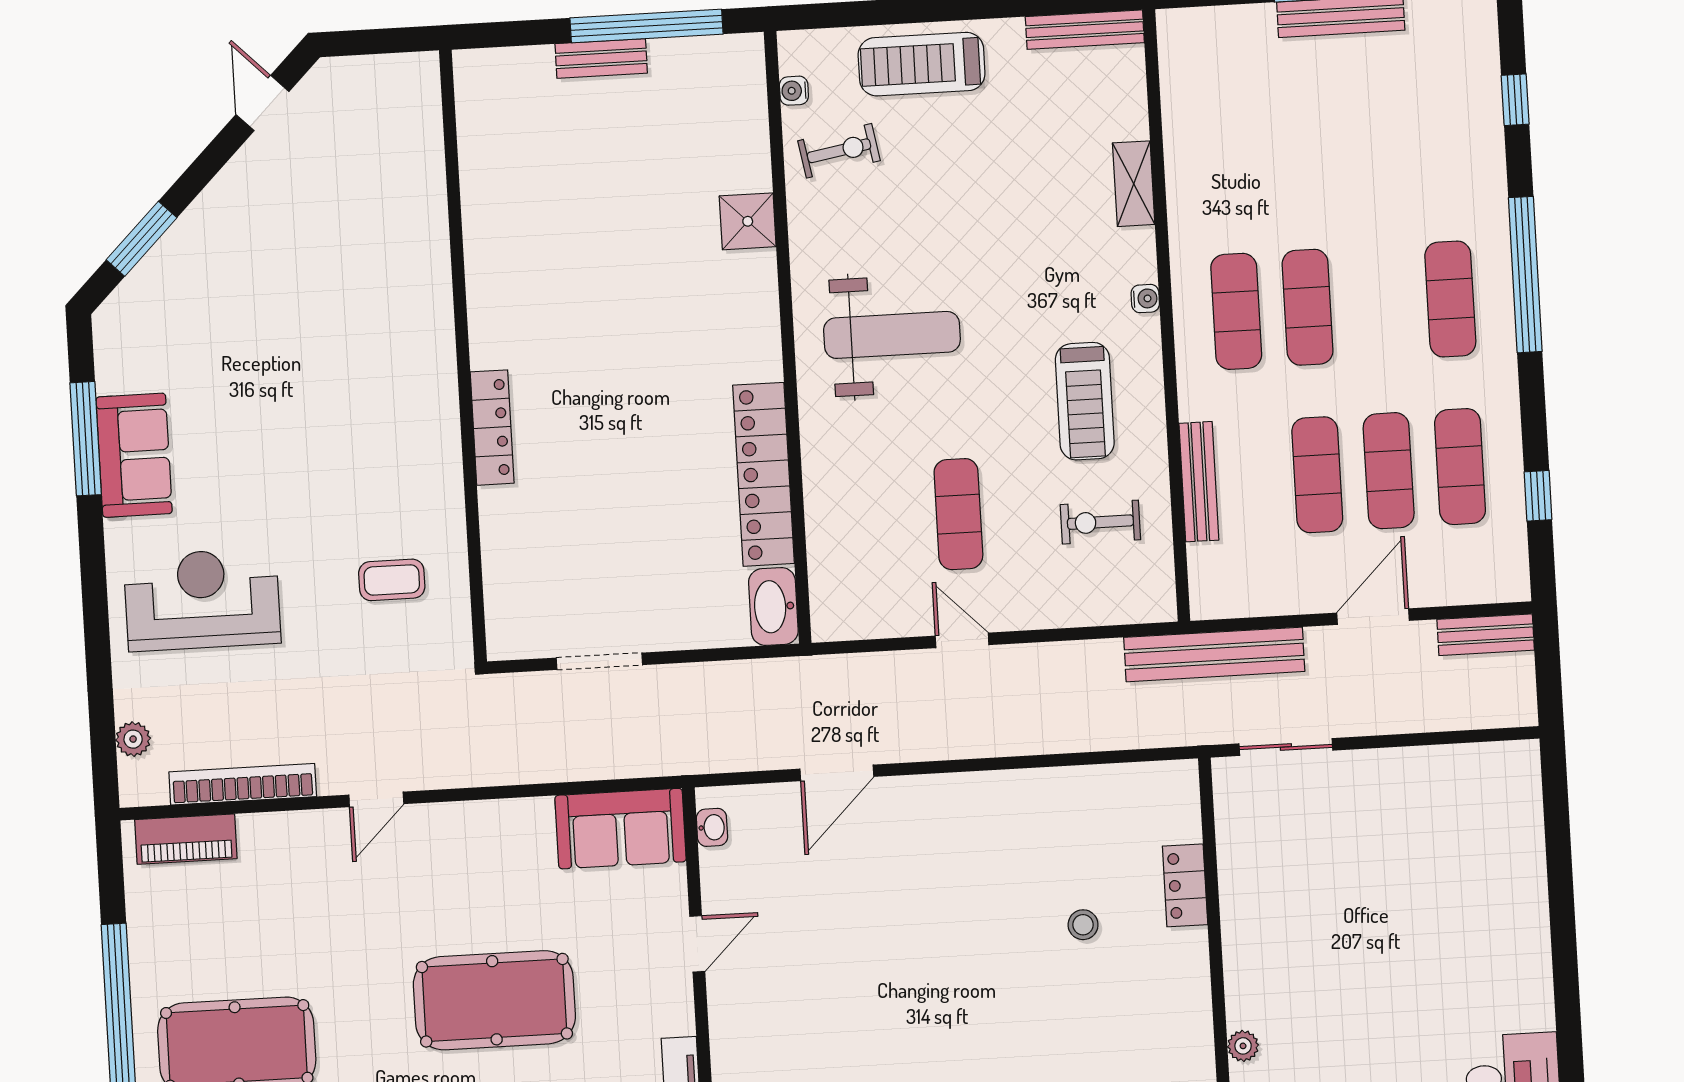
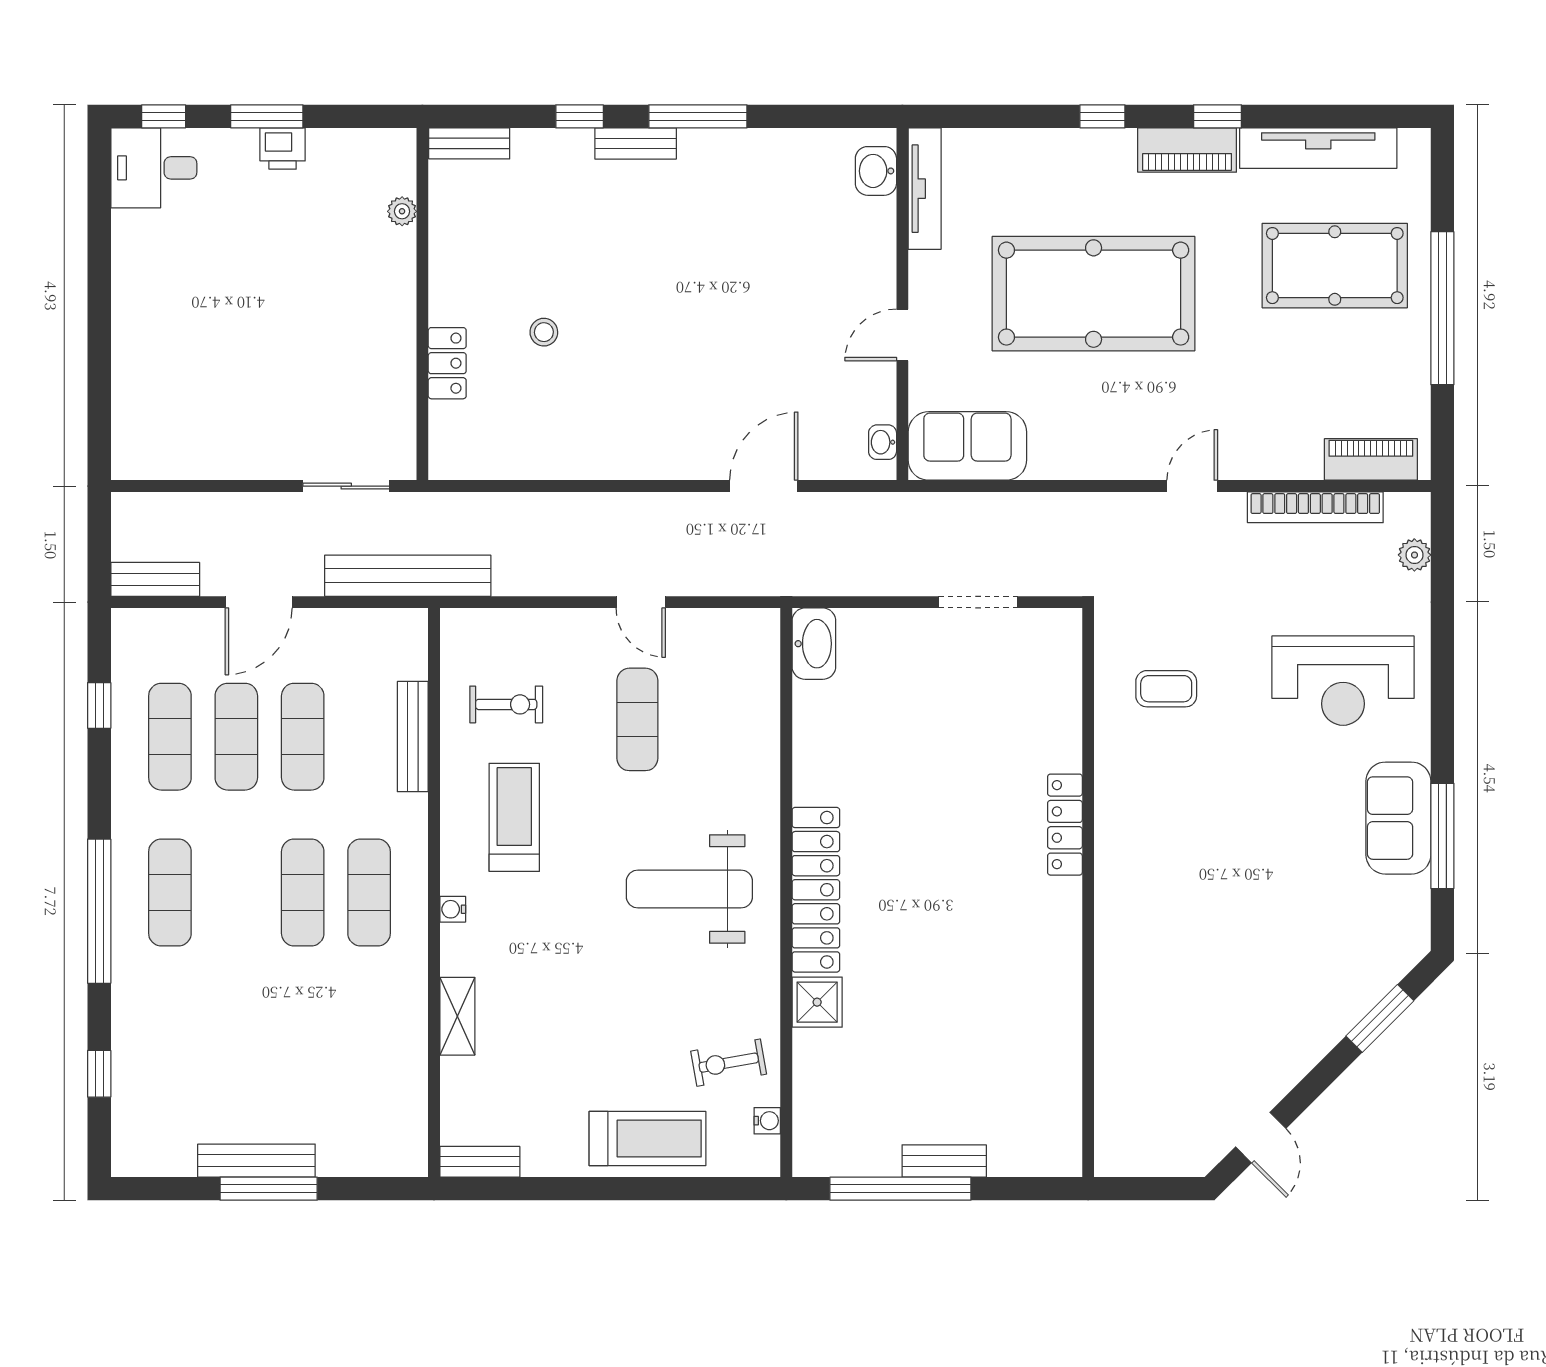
bench: (1085, 30) -> (480, 1162), width x0.73
locker: (764, 474) -> (816, 890), moved
pool table: (494, 1000) -> (1094, 294), width x1.36, depth x1.32

